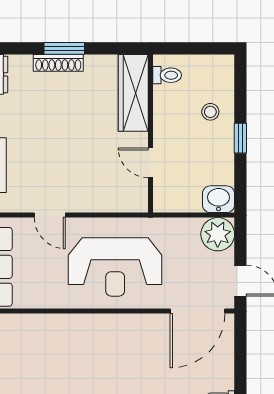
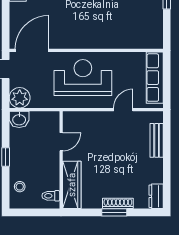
stool: (210, 112) -> (20, 187), moved
door: (151, 163) -> (61, 142), hinge flipped
door: (50, 215) -> (123, 110), hinge flipped

